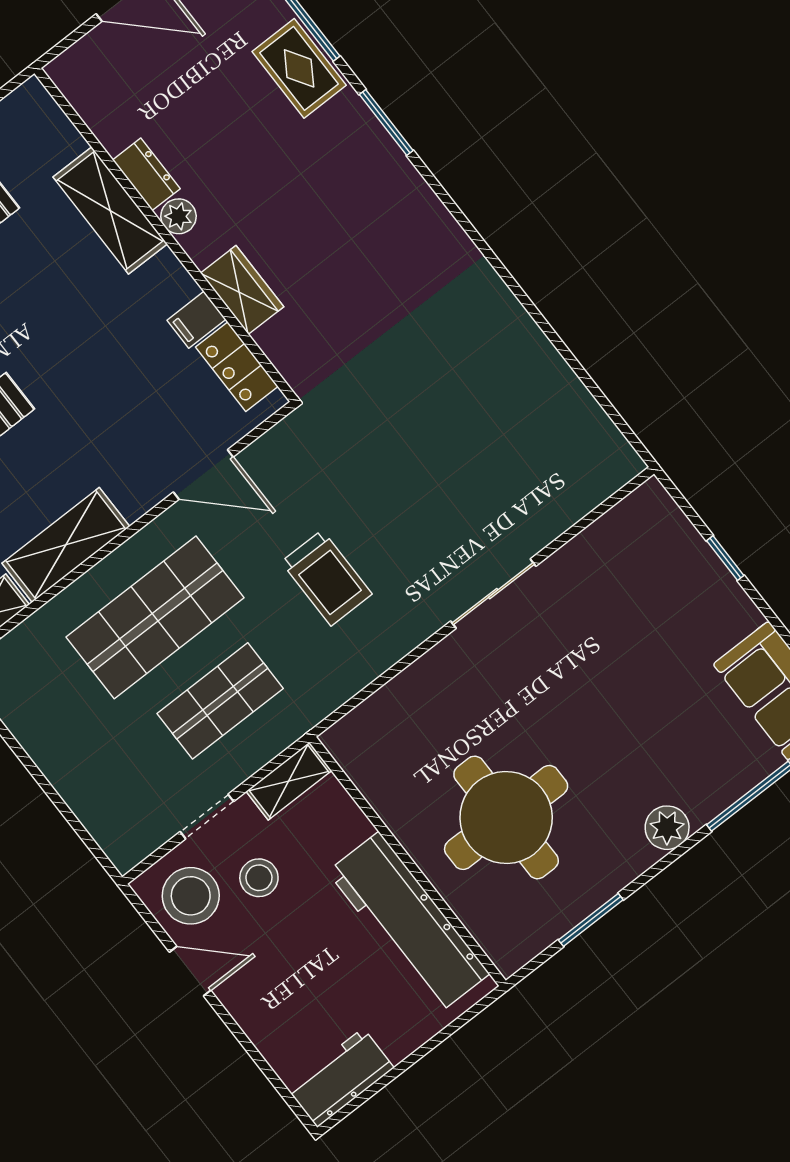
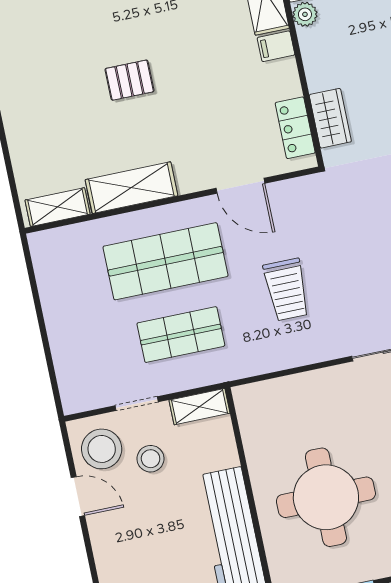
wardrobe: (242, 290) -> (330, 118), moved
filing cabinet: (196, 320) -> (276, 46), moved

